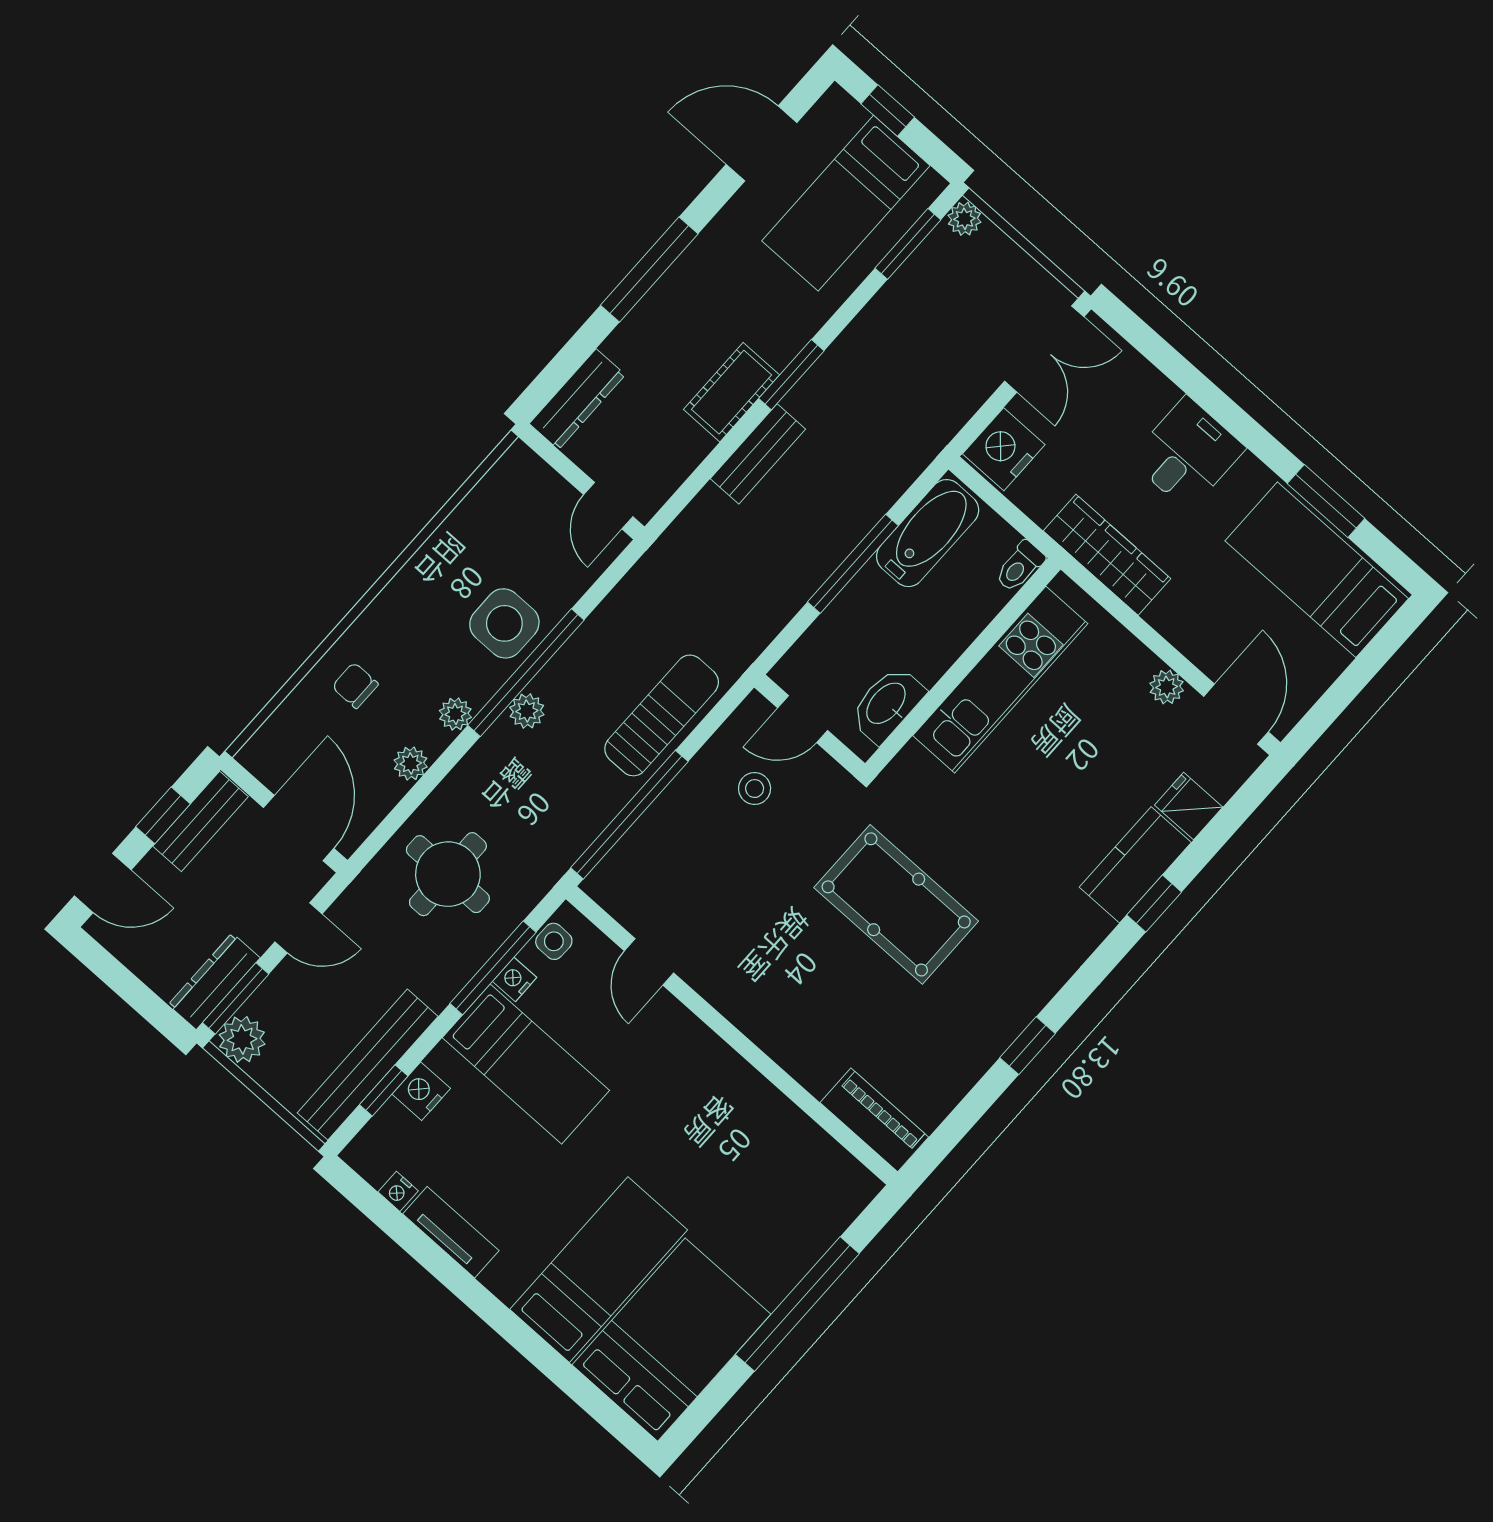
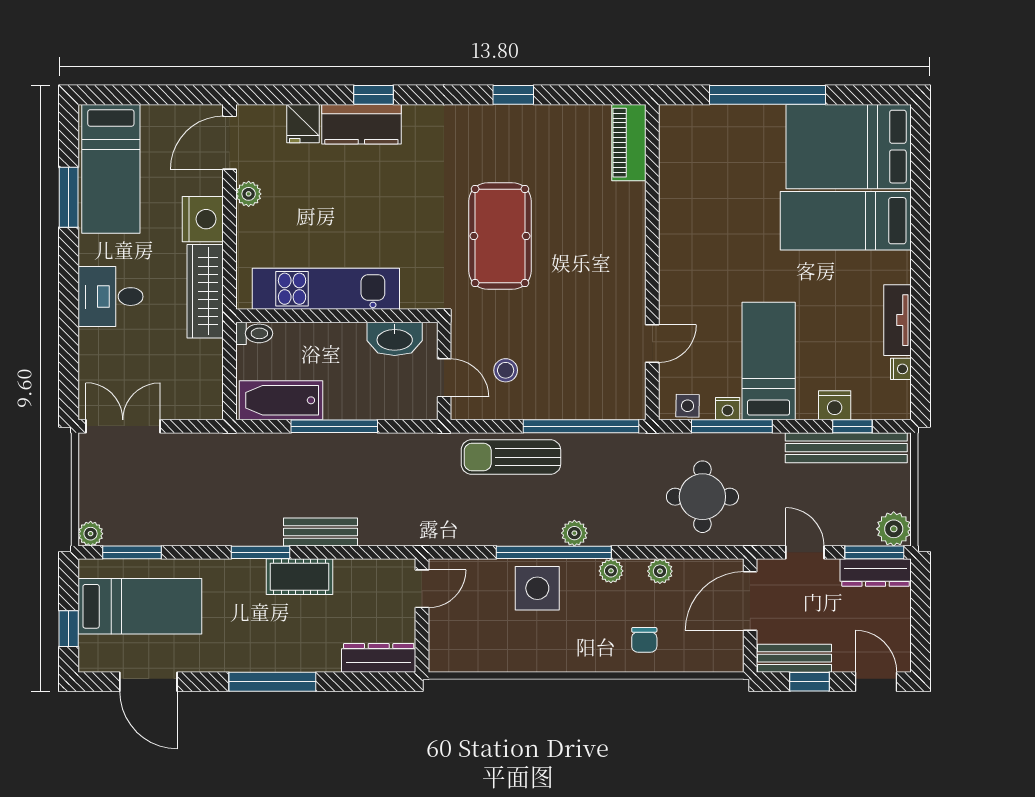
nightstand: (1004, 449) -> (203, 219), moved, turned -90

